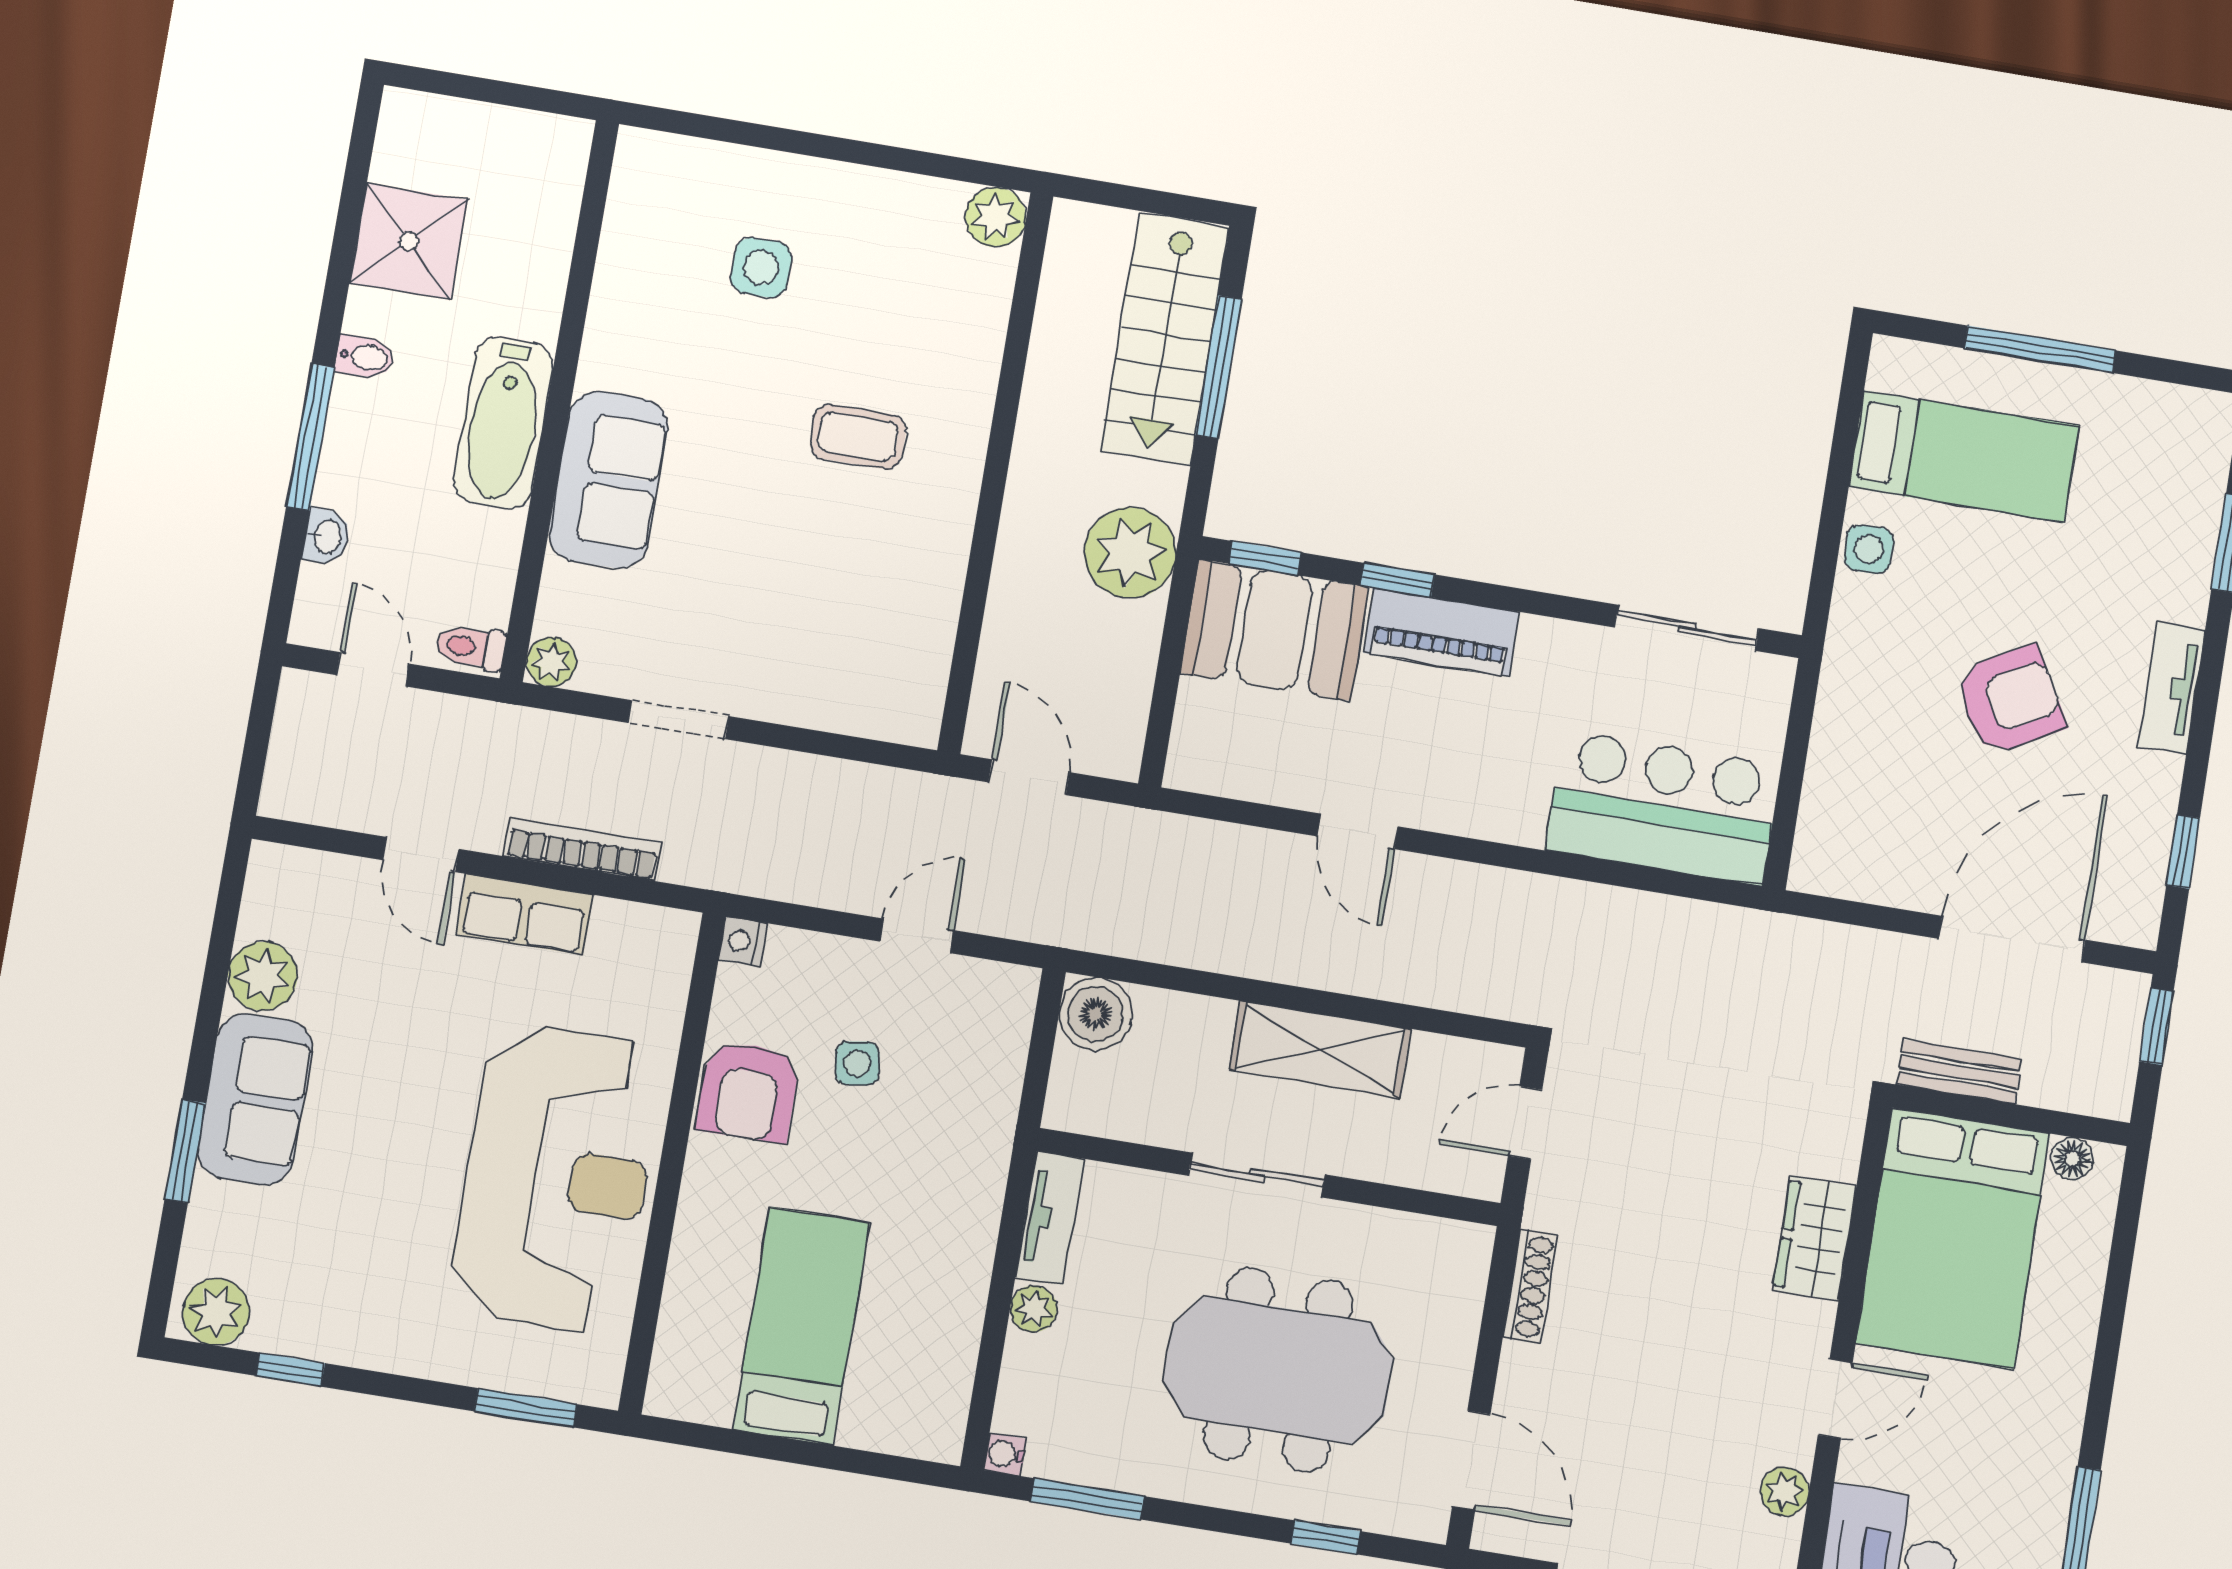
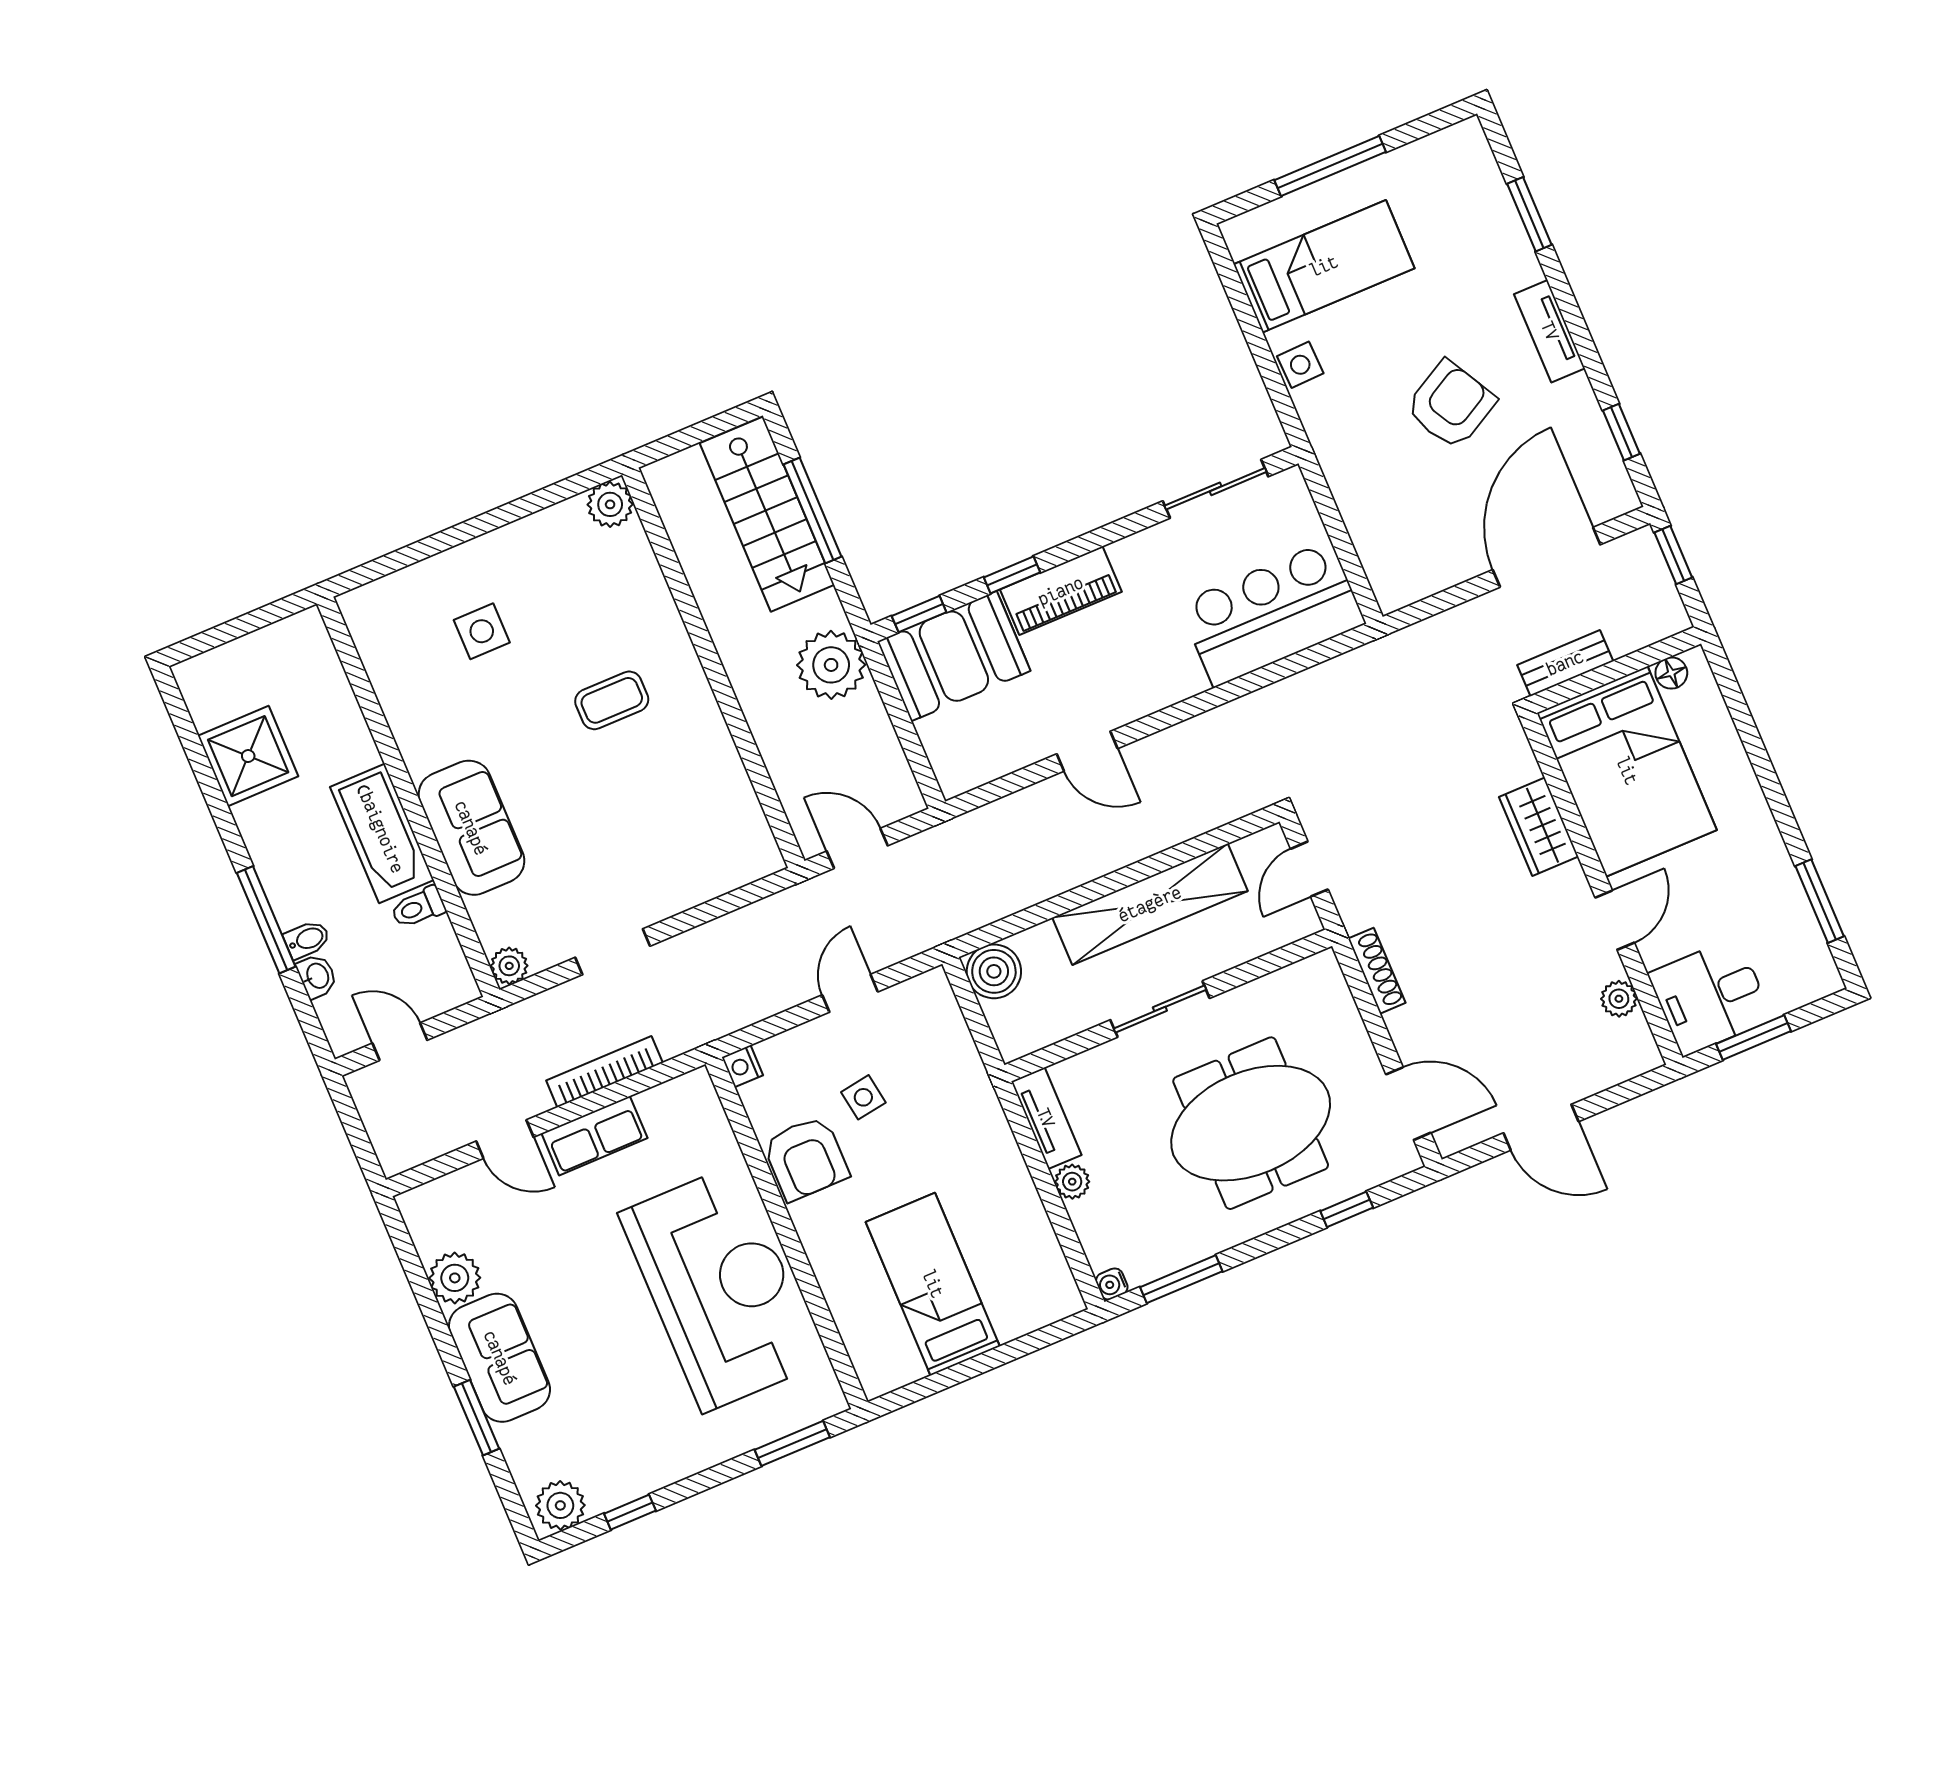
bidet: (365, 357) -> (307, 939), moved
toilet: (471, 647) -> (418, 907), moved
shelving: (1320, 1049) -> (1150, 904), width x1.47

